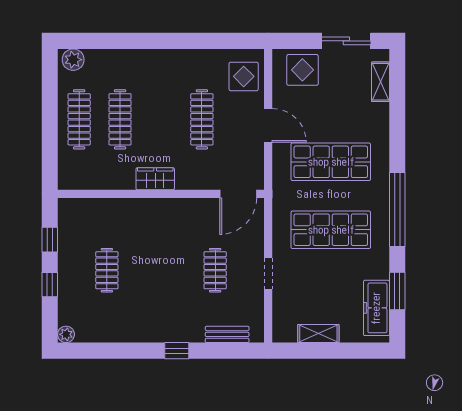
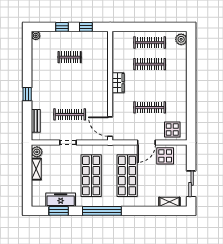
display table: (302, 70) -> (165, 156), moved
clothes rail: (215, 270) -> (70, 114), width x1.36
freezer: (376, 308) -> (61, 200), moved
plant: (286, 332) -> (37, 152), added

